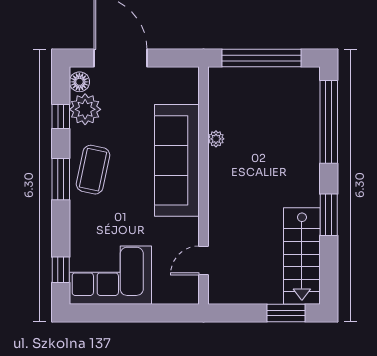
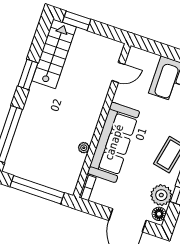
bookcase: (192, 85) -> (87, 188), added

